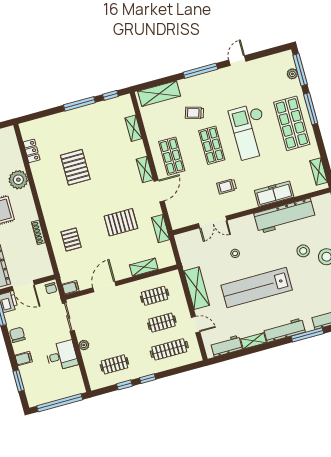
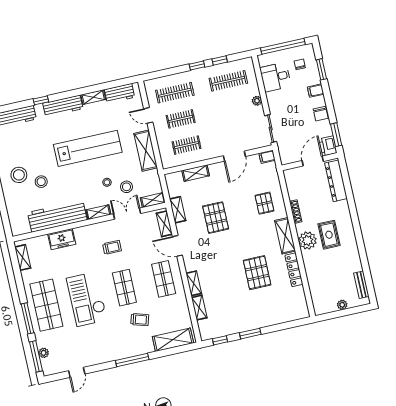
door: (237, 61) -> (77, 372), moved
window: (79, 104) -> (250, 334), width x0.69
checkout: (250, 131) -> (87, 299), turned 180
locker: (32, 151) -> (294, 270), moved, width x1.53
shelving: (145, 170) -> (194, 283), moved
plant: (18, 180) -> (307, 241), moved
door: (159, 191) -> (177, 246), hinge flipped
freezer: (274, 194) -> (62, 239), width x0.71
shelving: (48, 207) -> (285, 236), added
shelving: (174, 213) -> (164, 224), added
pallet: (121, 222) -> (216, 218), turned 90
shelving: (243, 222) -> (98, 212), added
shelving: (187, 237) -> (153, 200), added
stool: (215, 250) -> (126, 187), added
door: (23, 286) -> (313, 161), hinge flipped
chair: (51, 288) -> (300, 64), moved
window: (307, 335) -> (41, 100), width x0.46
desk: (62, 356) -> (276, 77), moved
clothes rail: (114, 364) -> (228, 81), width x1.36

